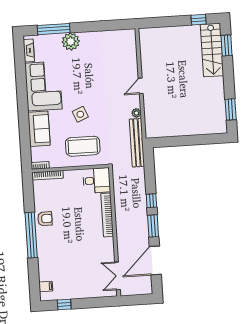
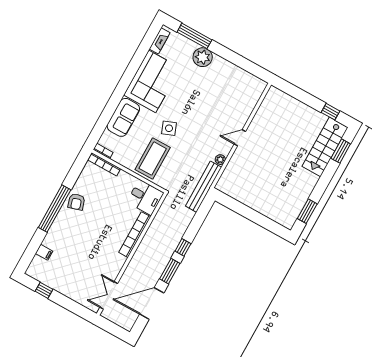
coffee table: (83, 146) -> (153, 158), turned 90
armchair: (45, 219) -> (76, 202), turned 73
filing cabinet: (46, 286) -> (44, 252), moved

